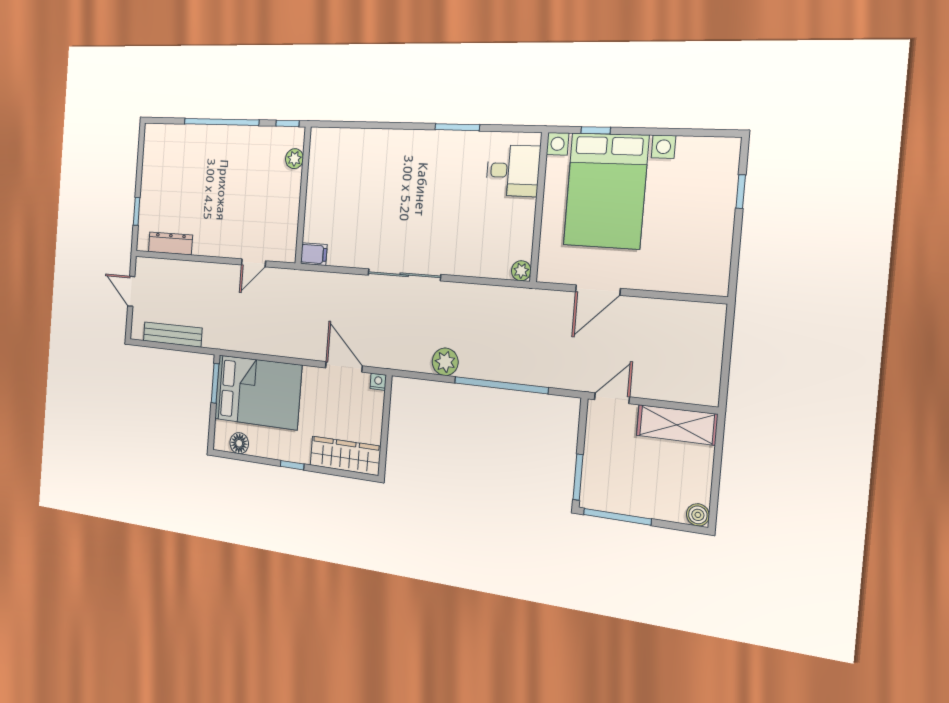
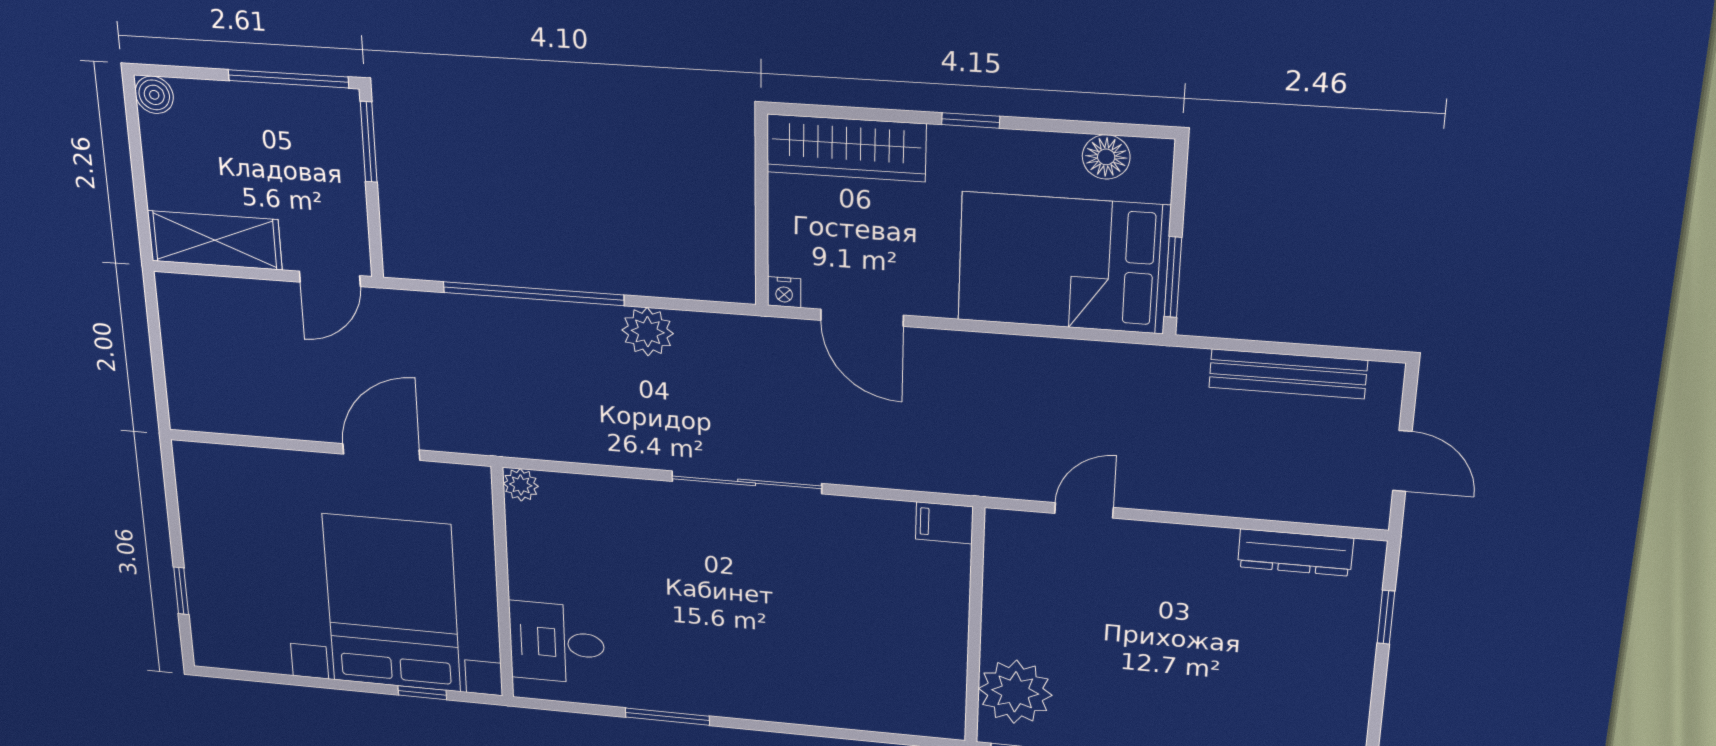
plant: (294, 159) -> (1015, 692), width x1.88, depth x1.88

